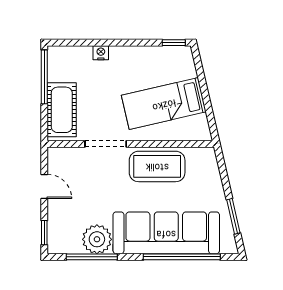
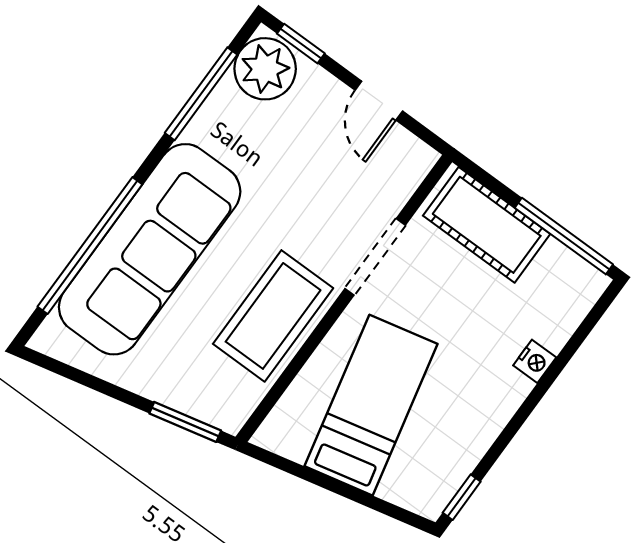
door: (44, 186) -> (379, 101), hinge flipped
window: (233, 216) -> (185, 422), moved
plant: (97, 239) -> (265, 69), moved

